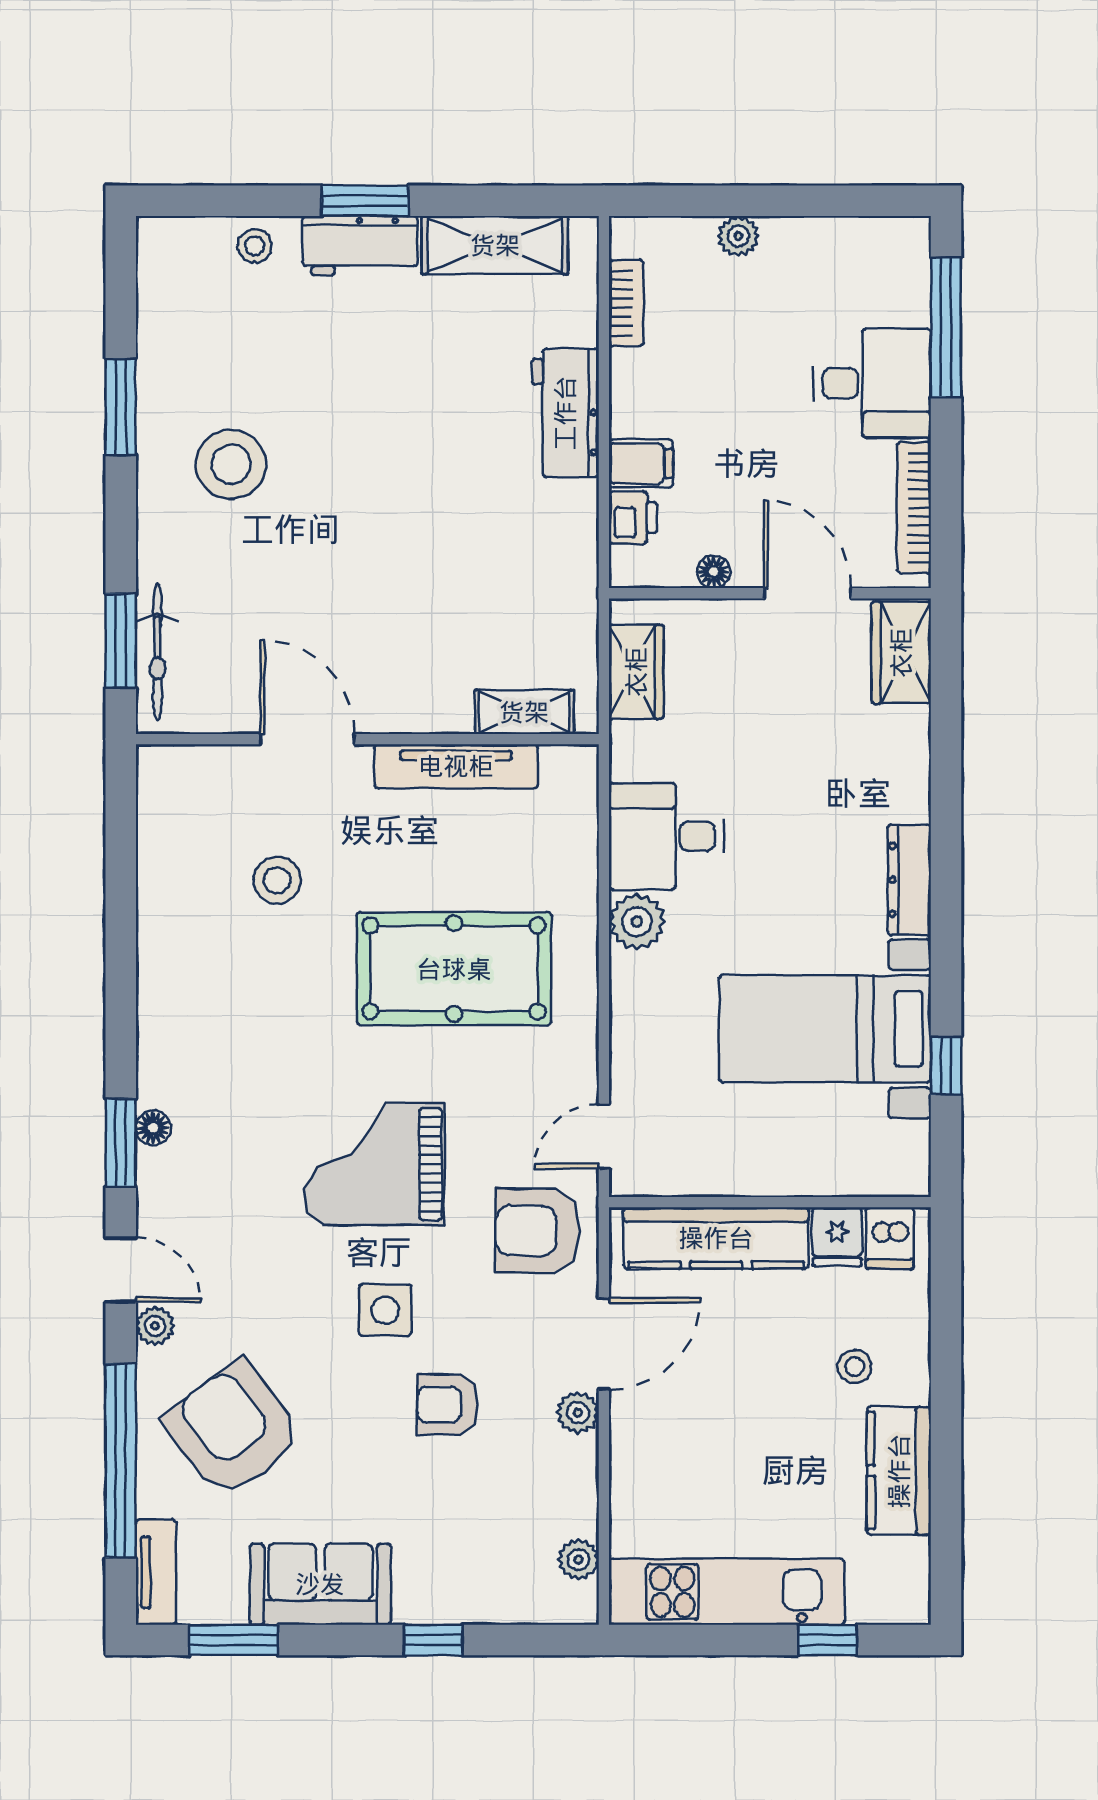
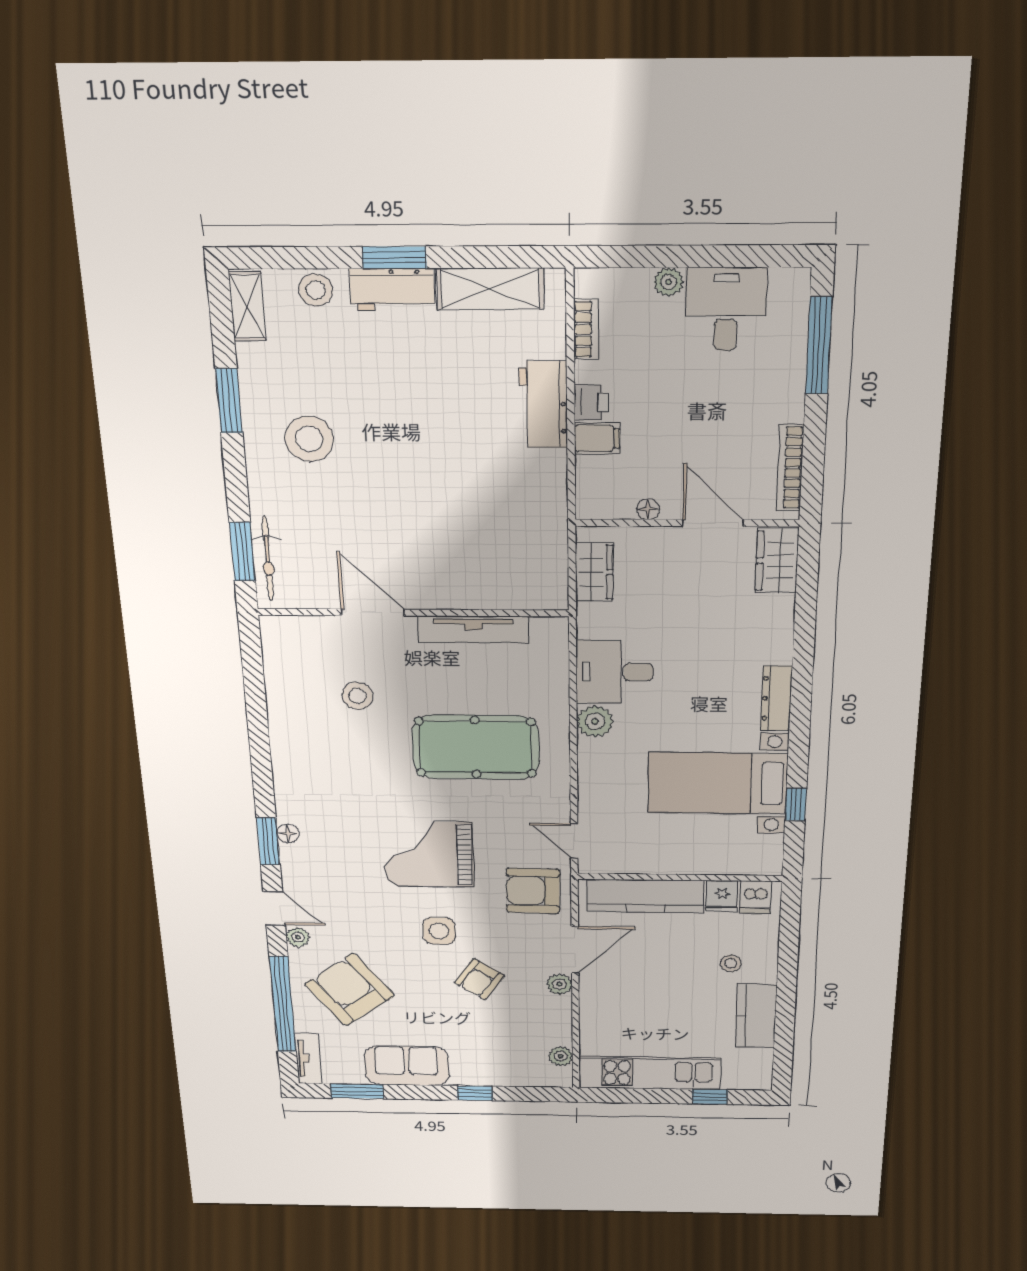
stool: (255, 246) -> (316, 290), width x1.37, depth x1.37
desk: (872, 383) -> (726, 309), moved, turned -90
printer: (633, 517) -> (591, 402), moved
shelving: (524, 712) -> (247, 306), moved, turned 90
door: (604, 1136) -> (574, 841), hinge flipped
armchair: (448, 1404) -> (479, 979), turned -56

